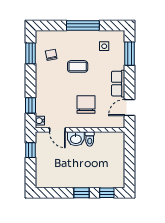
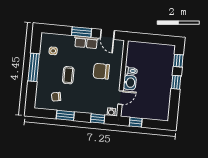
window: (30, 53) -> (65, 115), moved
window: (129, 54) -> (82, 32), moved

